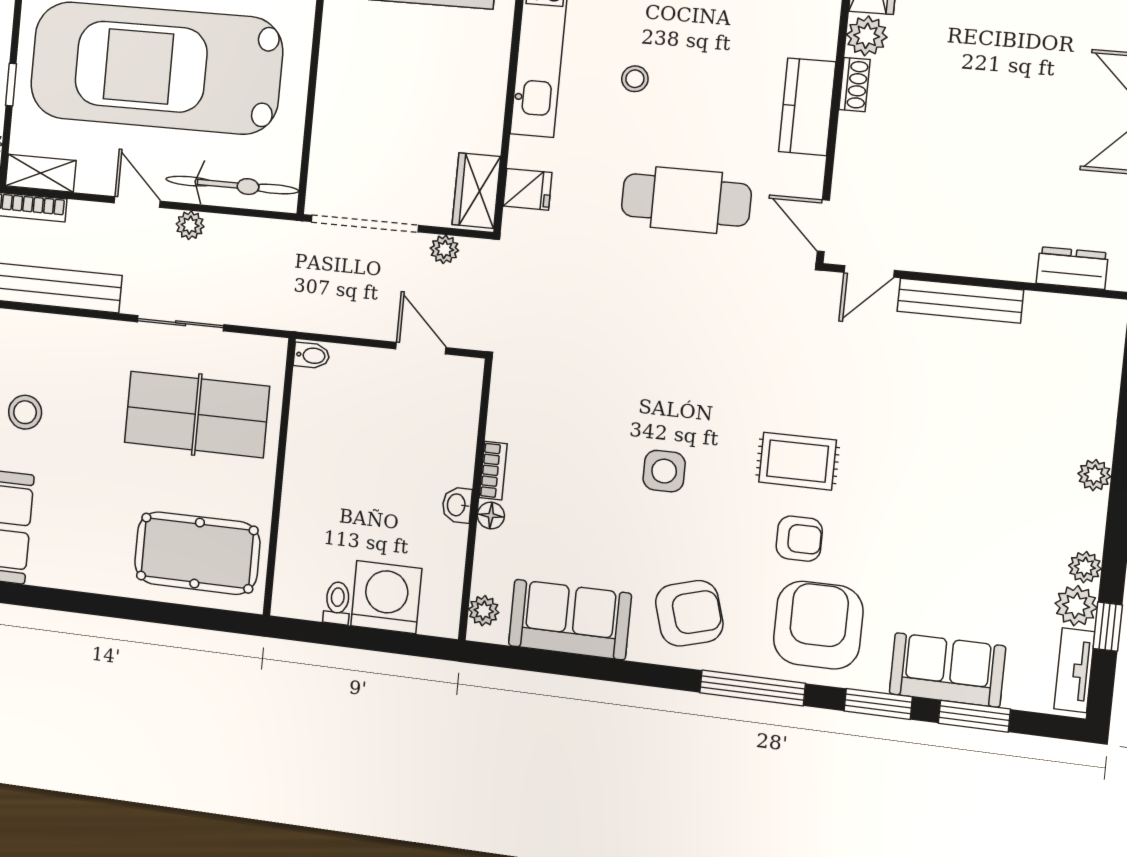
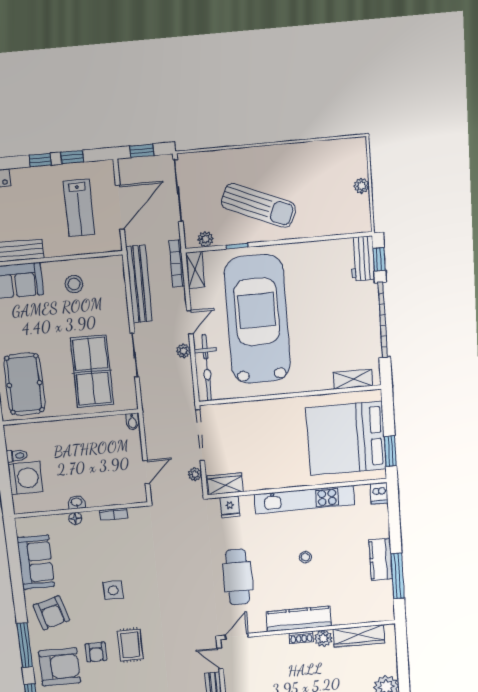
stool: (635, 79) -> (305, 557), moved
kitchen counter: (807, 107) -> (299, 619), width x1.50
bookcase: (493, 471) -> (114, 514), moved
plant: (484, 611) -> (30, 523), removed

